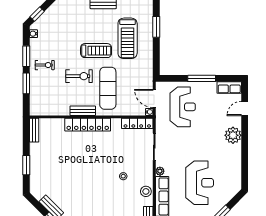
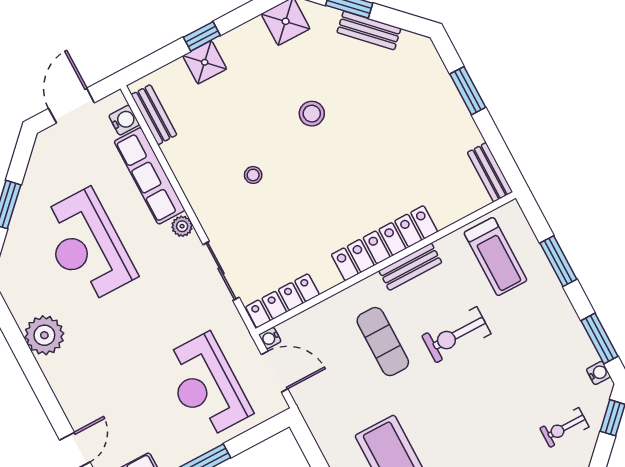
treadmill: (96, 51) -> (496, 257), moved, turned -90
window: (26, 56) -> (599, 338), moved
exercise bike: (45, 65) -> (564, 428), moved
exercise mat: (108, 88) -> (383, 342), width x0.73, depth x0.69
plant: (233, 135) -> (44, 335), moved
stool: (146, 191) -> (312, 114), moved

